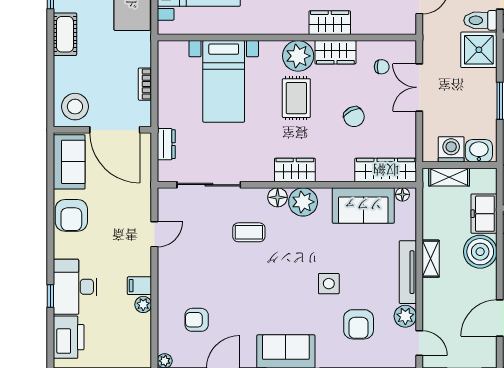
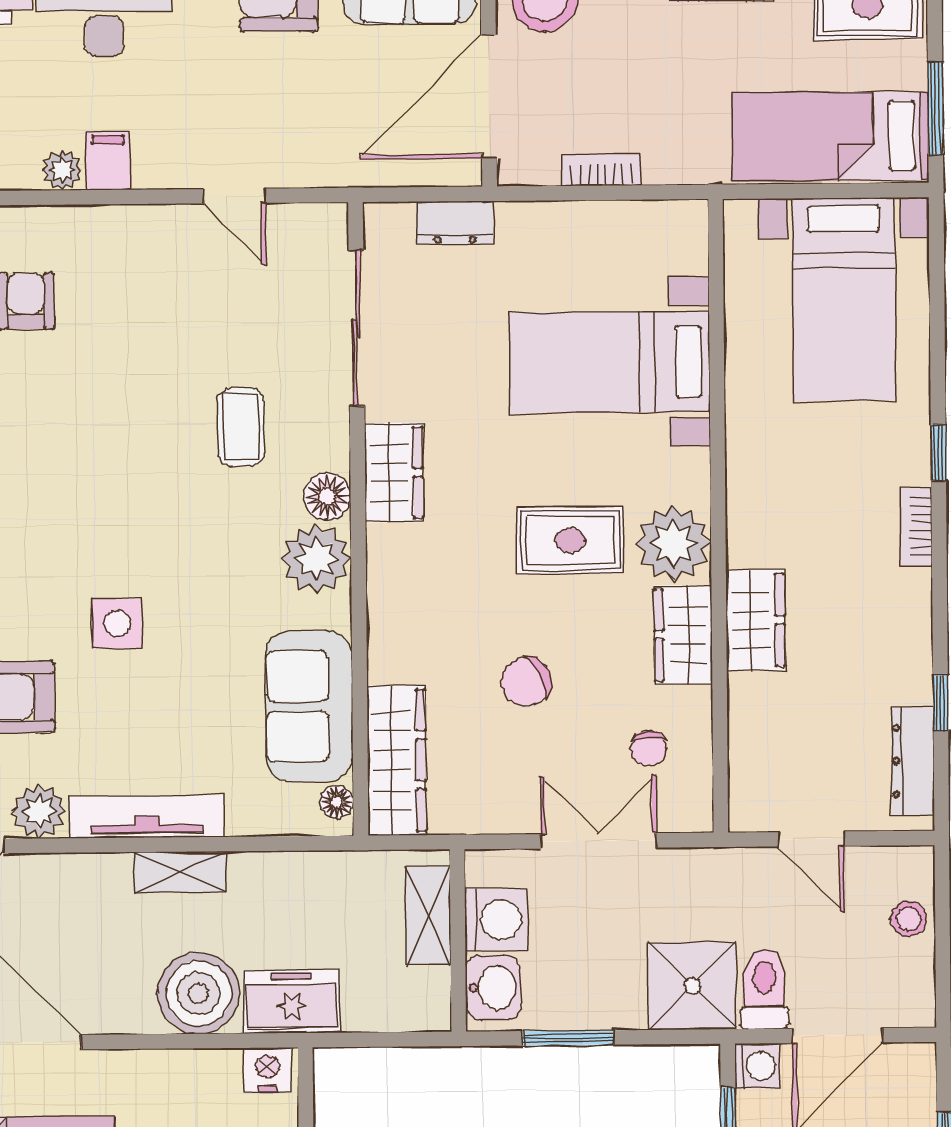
washing machine: (451, 149) -> (496, 920), moved
washbasin: (479, 151) -> (493, 988), moved
wall: (460, 165) -> (458, 940), moved
wardrobe: (295, 170) -> (394, 473), moved
shelving: (449, 177) -> (428, 915), moved

